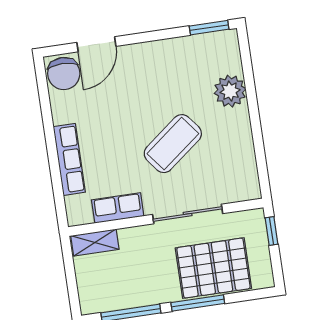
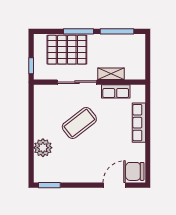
chair: (64, 74) -> (135, 171), turned -90
shelving: (95, 243) -> (111, 74), moved

